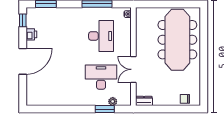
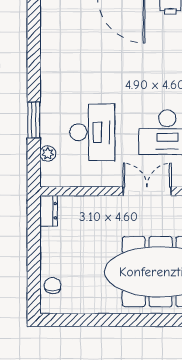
double door: (133, 69) -> (147, 191), moved
window: (105, 109) -> (34, 120), moved

